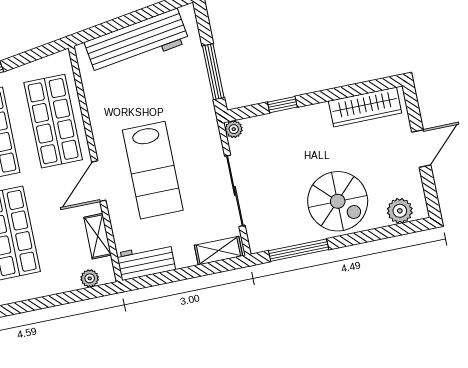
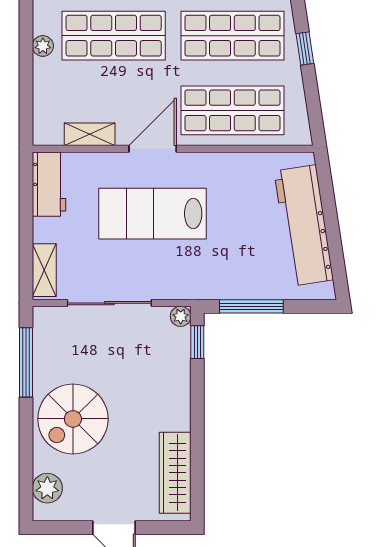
window: (282, 105) -> (197, 342), moved
door: (99, 181) -> (153, 149), hinge flipped
plant: (90, 278) -> (43, 46), moved

